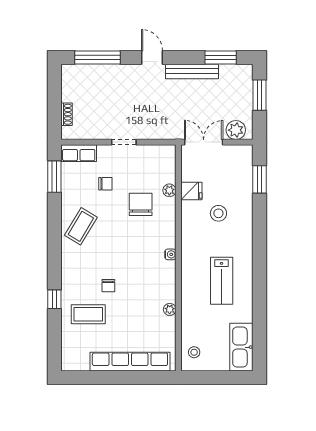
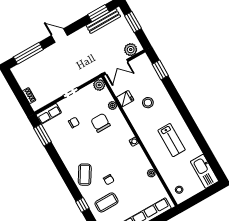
bench: (192, 71) -> (103, 21), moved
double door: (204, 142) -> (116, 67), swing flipped
plant: (167, 153) -> (99, 85), added
coffee table: (81, 226) -> (85, 175), moved

